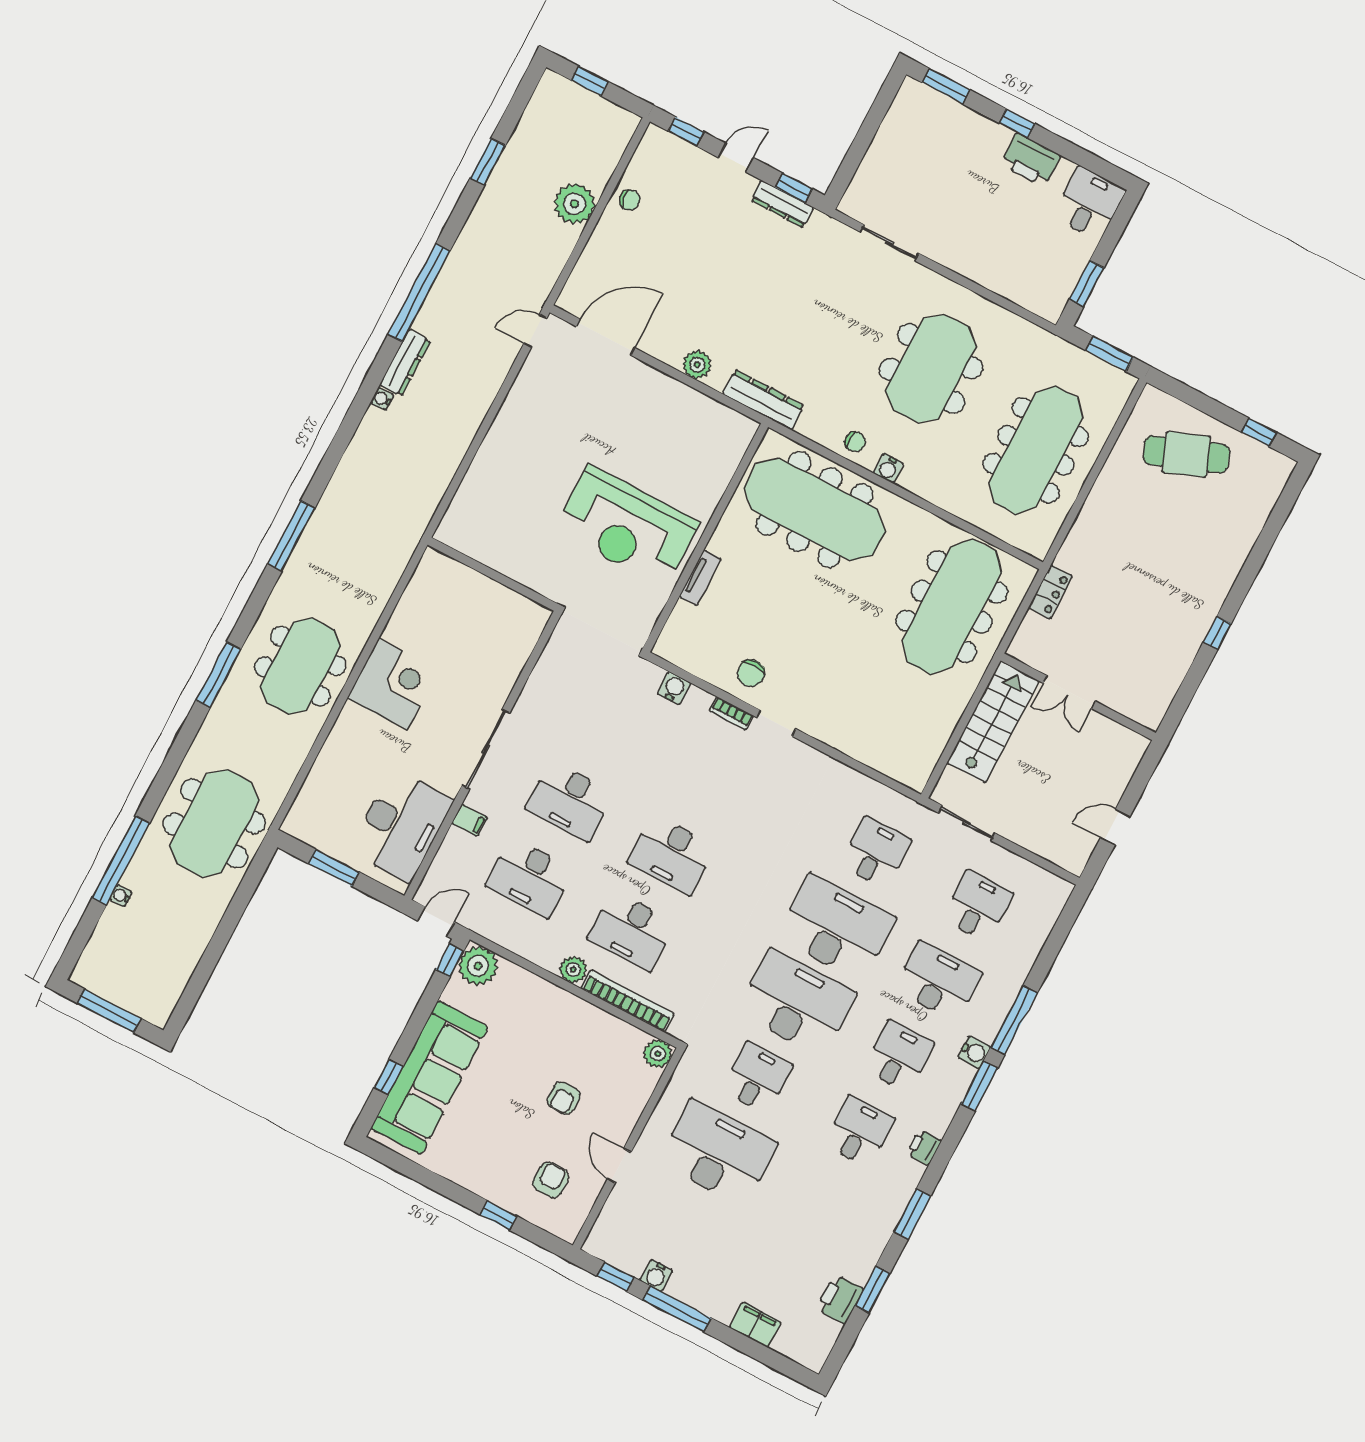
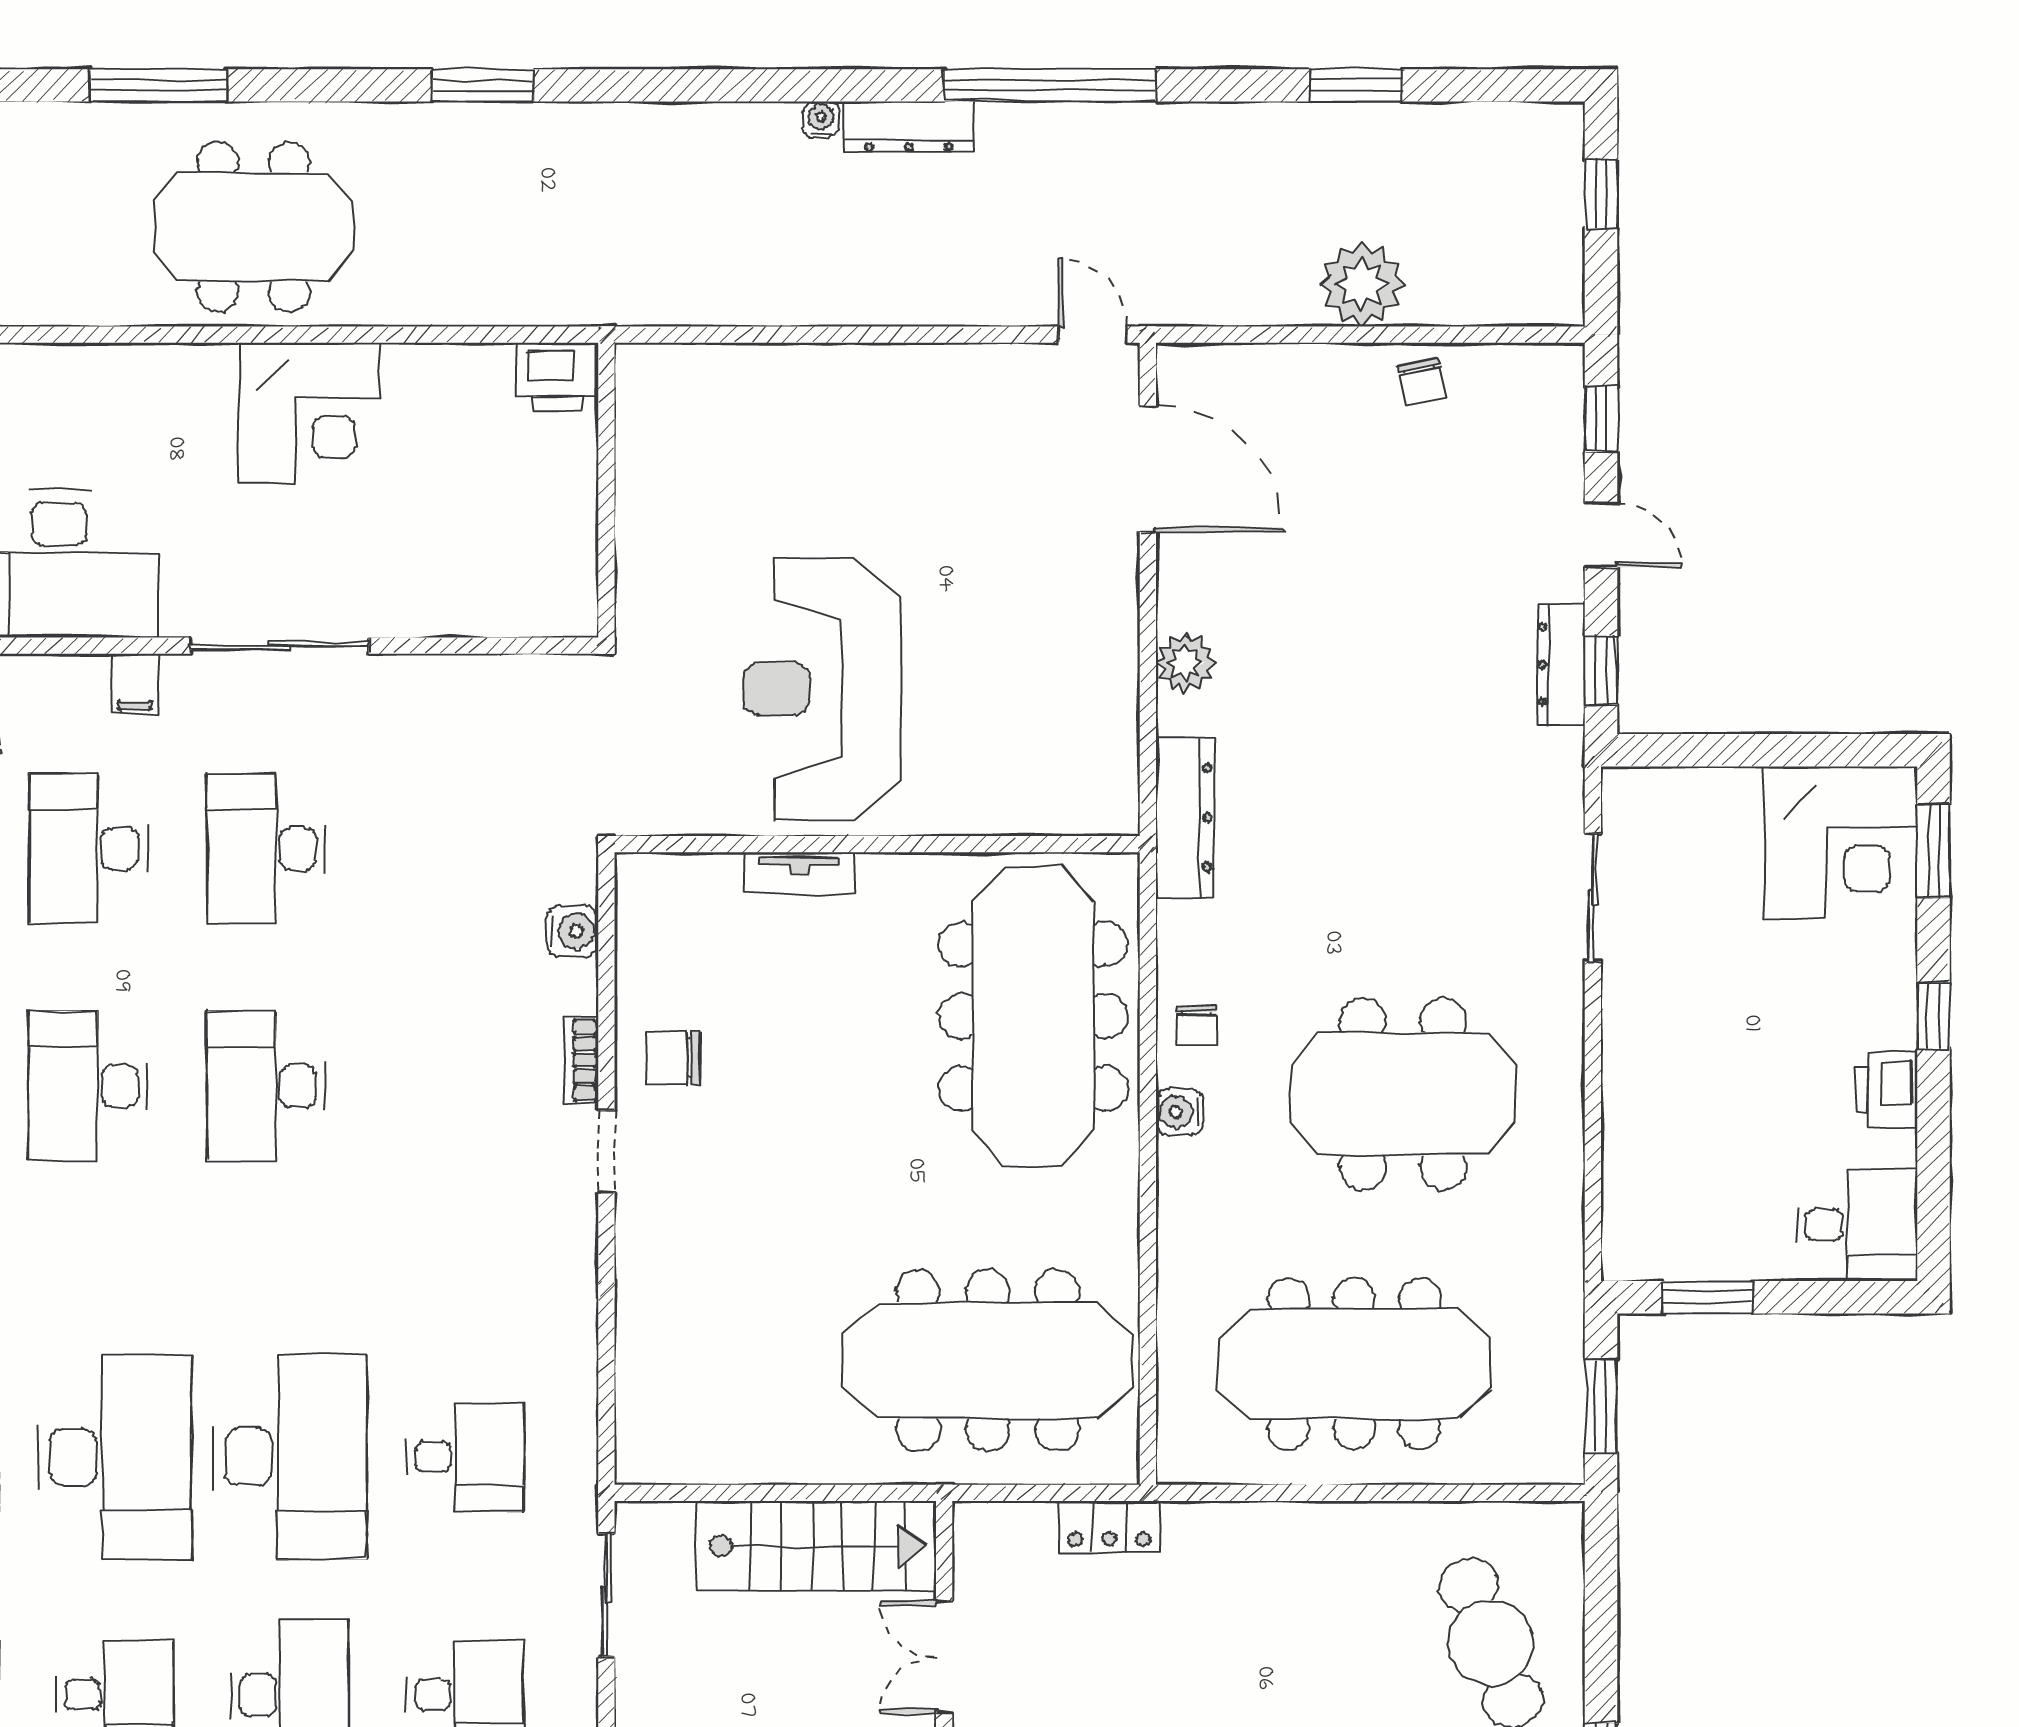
corner desk: (922, 124) -> (1841, 843), added
printer: (1031, 160) -> (1886, 1090), width x0.73, depth x0.84
window: (291, 536) -> (483, 85), width x0.69
printer: (433, 569) -> (558, 376), added

